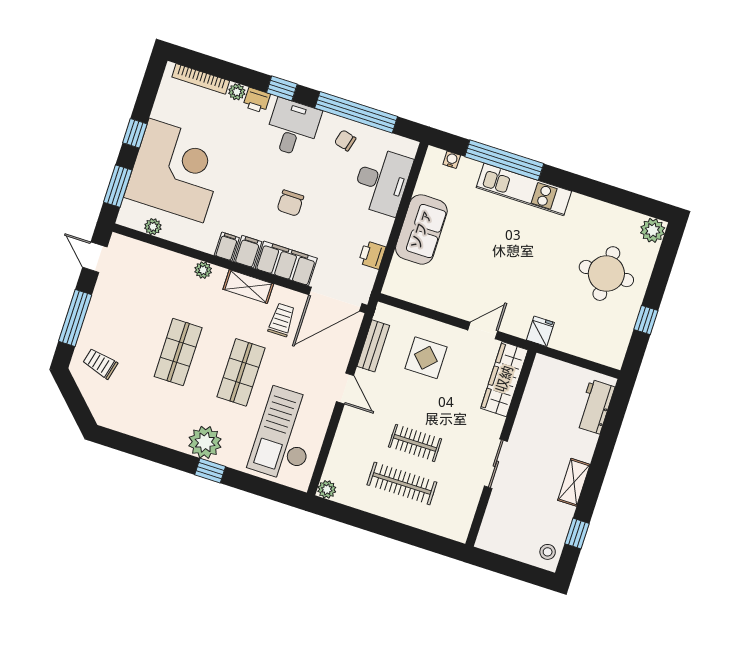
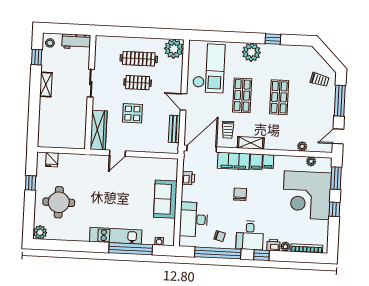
door: (95, 257) -> (338, 136), swing flipped
plant: (203, 270) -> (302, 146), moved
fridge: (540, 331) -> (52, 160), moved
display table: (426, 358) -> (132, 113), moved
workbench: (595, 407) -> (76, 42), moved, turned 90
window: (210, 471) -> (273, 39), moved
plant: (327, 489) -> (174, 49), width x1.87, depth x1.87

